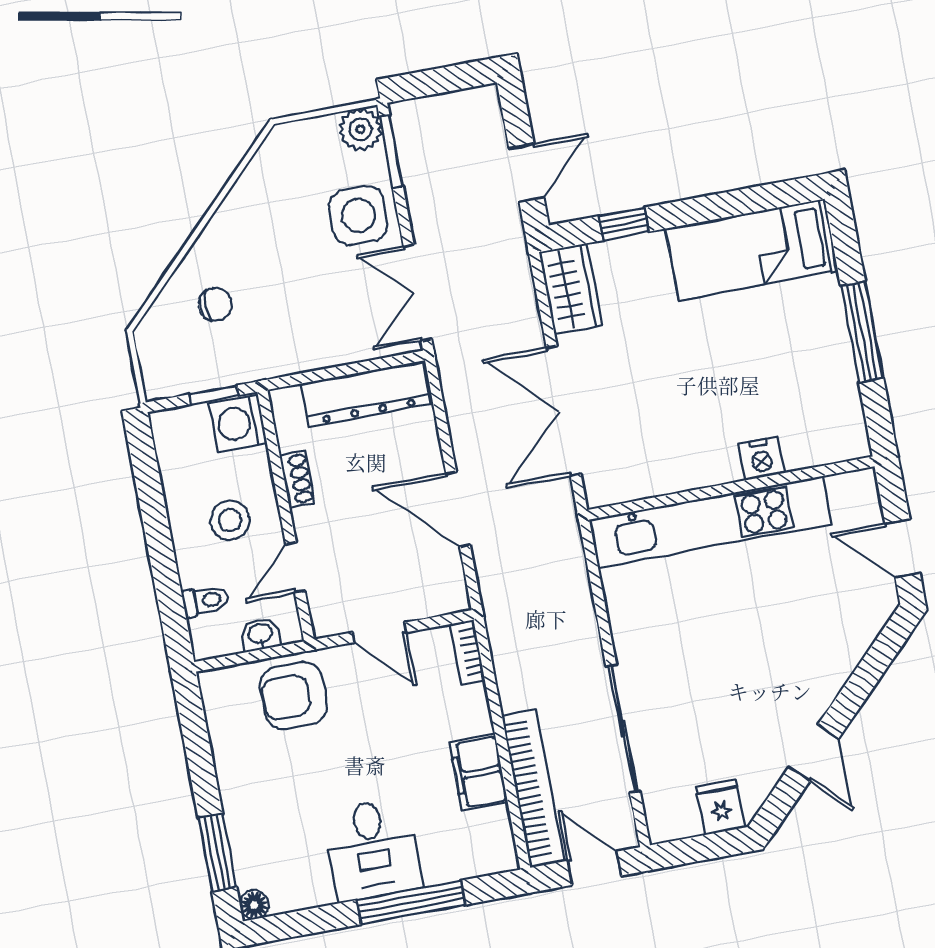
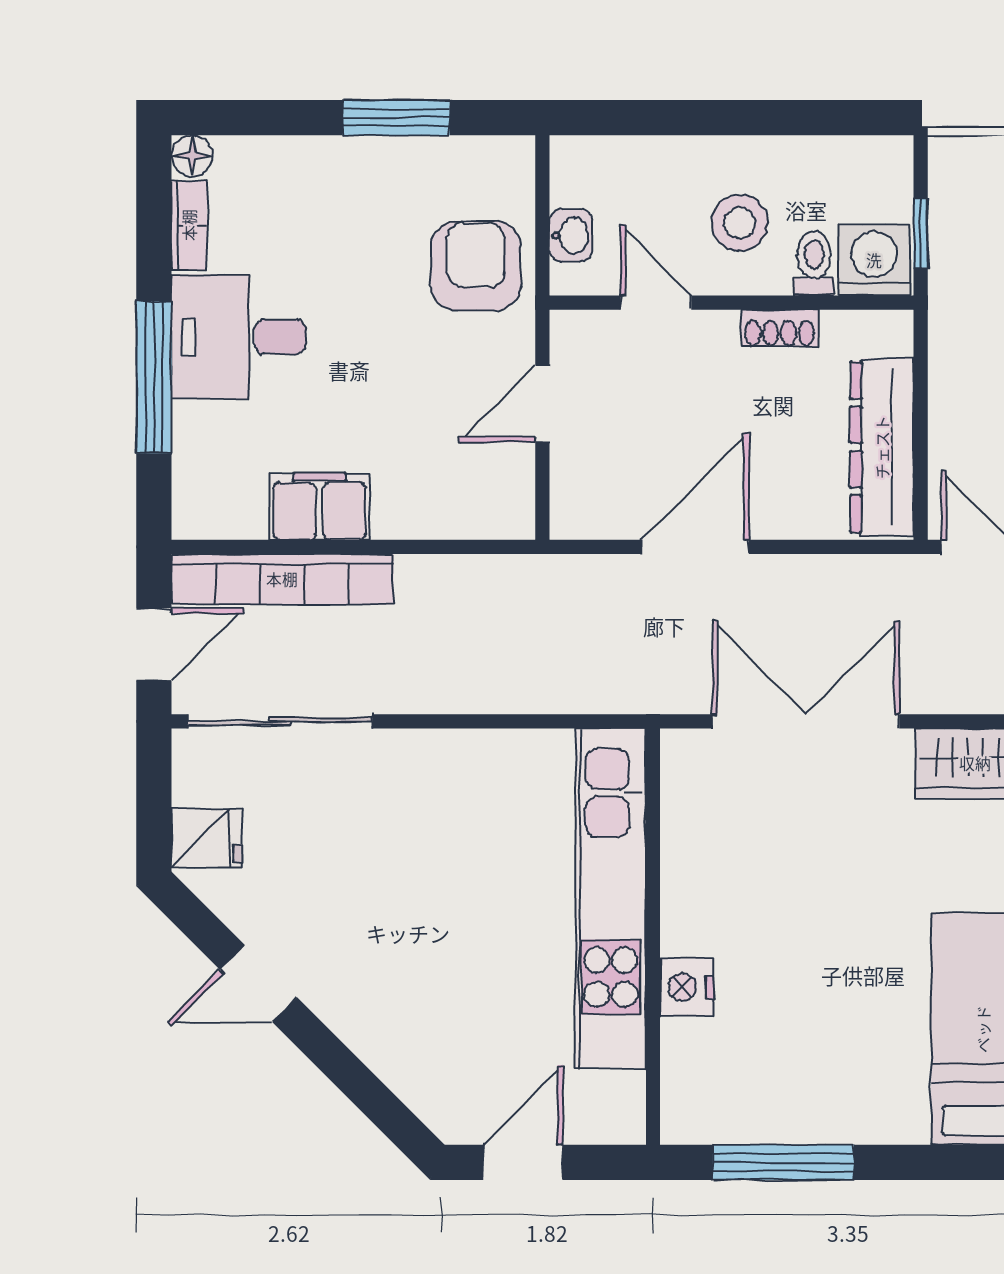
window: (862, 332) -> (783, 1162), moved
toilet: (206, 601) -> (814, 263), moved, turned 180
bookcase: (467, 652) -> (189, 225), moved, turned 90
sliding door: (623, 729) -> (280, 721), moved
window: (217, 853) -> (396, 118), moved

